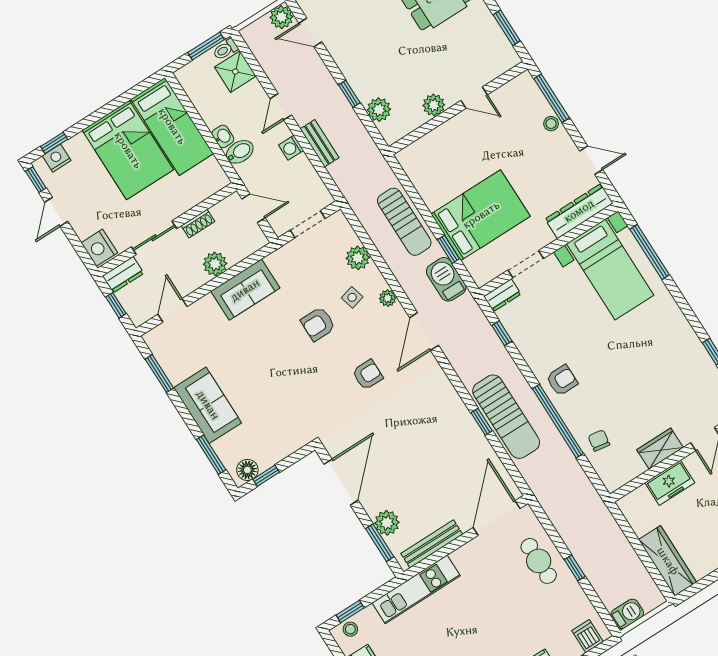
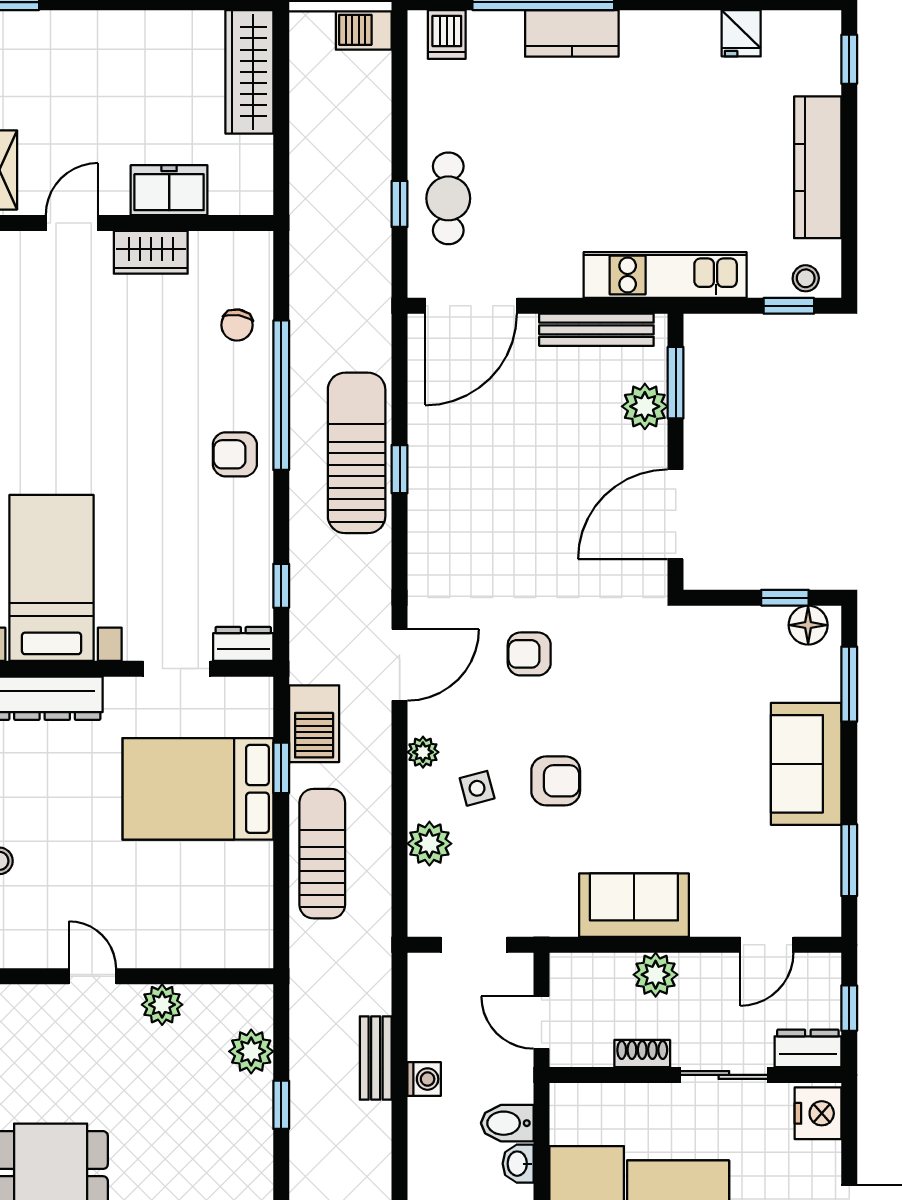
door: (281, 107) -> (400, 1152), removed
window: (575, 568) -> (400, 204), moved

